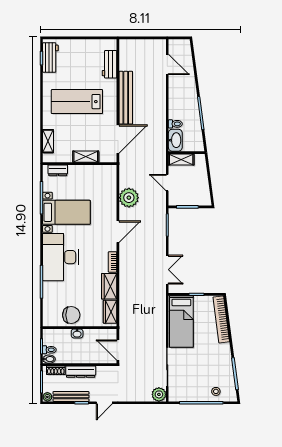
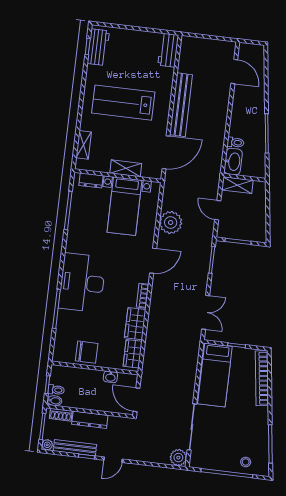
workbench: (110, 64) -> (168, 50), moved
bed with nightstands: (66, 212) -> (125, 206), moved, turned 90
washbasin: (77, 333) -> (110, 377), moved

